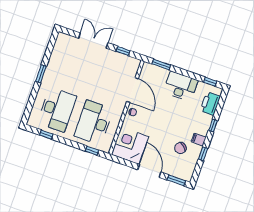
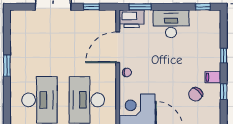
door: (133, 90) -> (118, 47), swing flipped
printer: (210, 104) -> (132, 19), moved, turned -90

